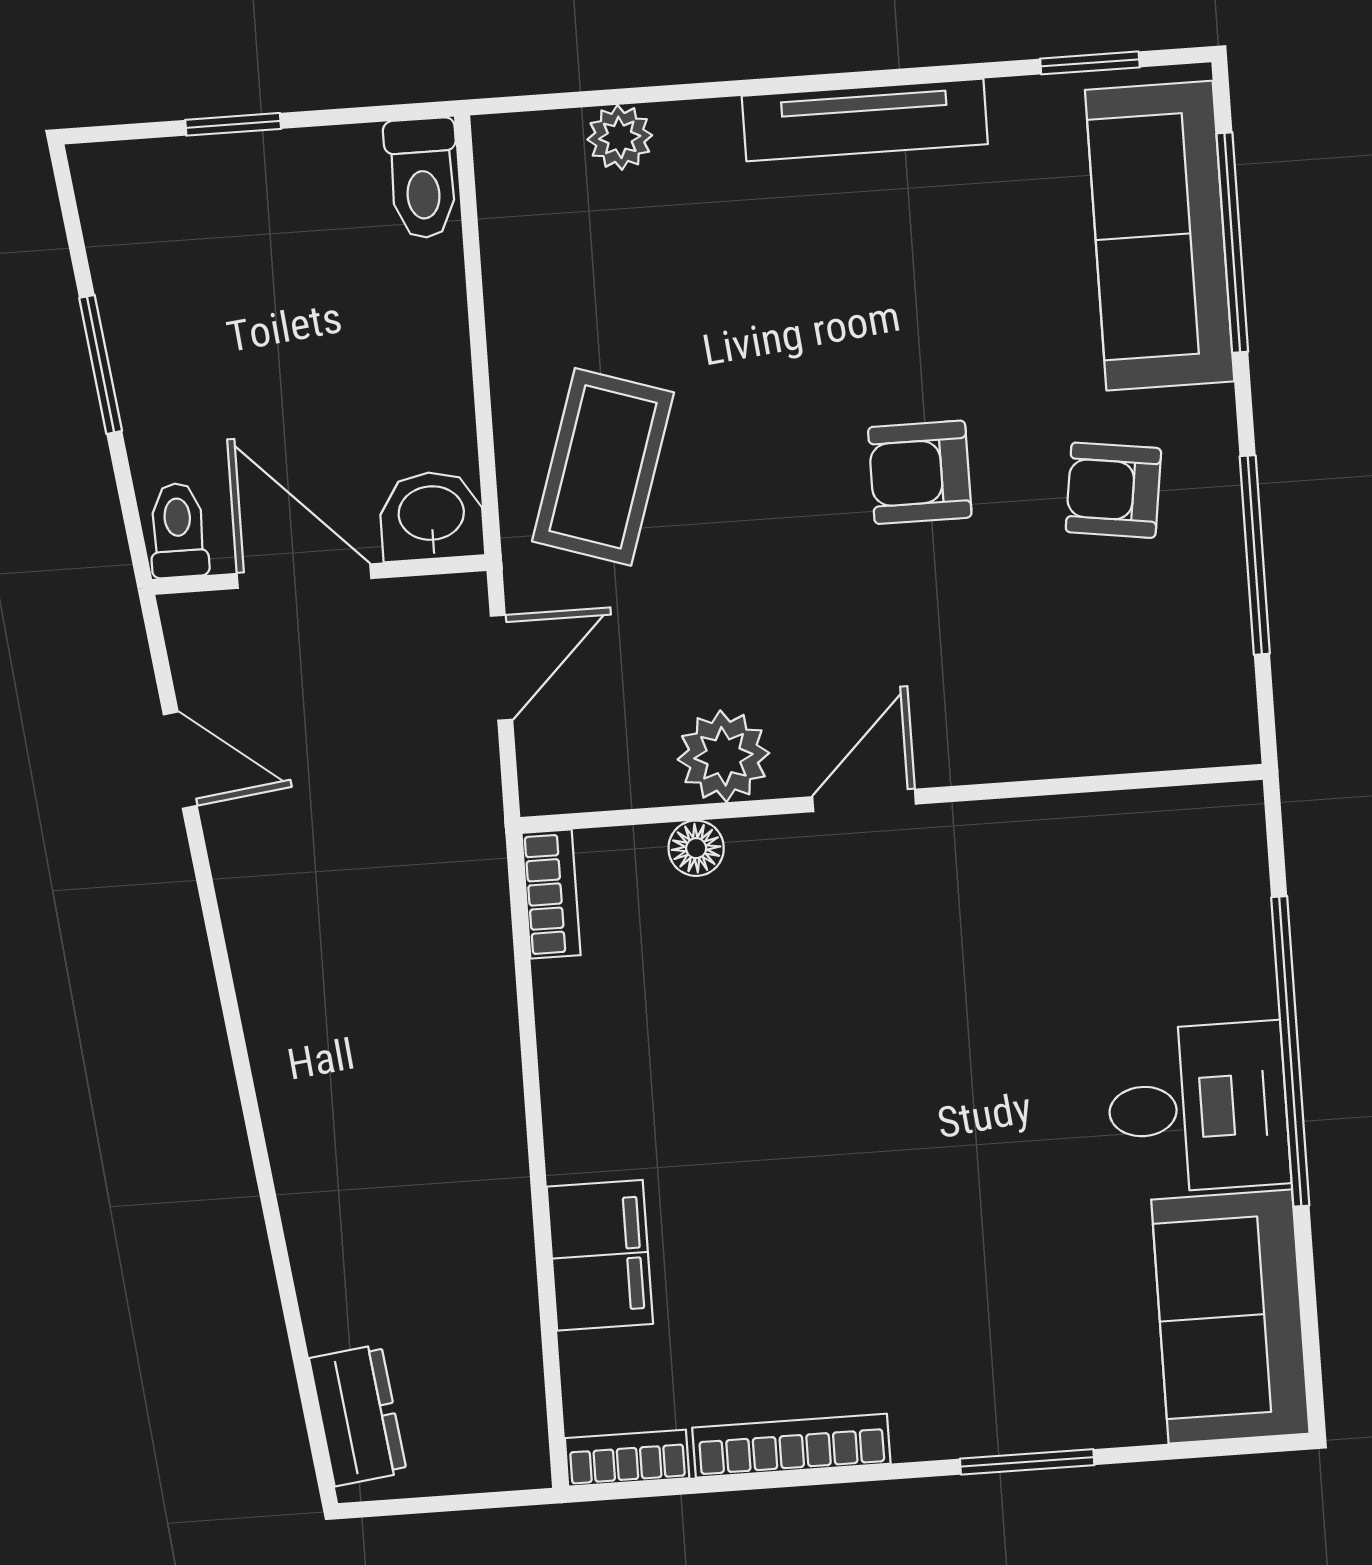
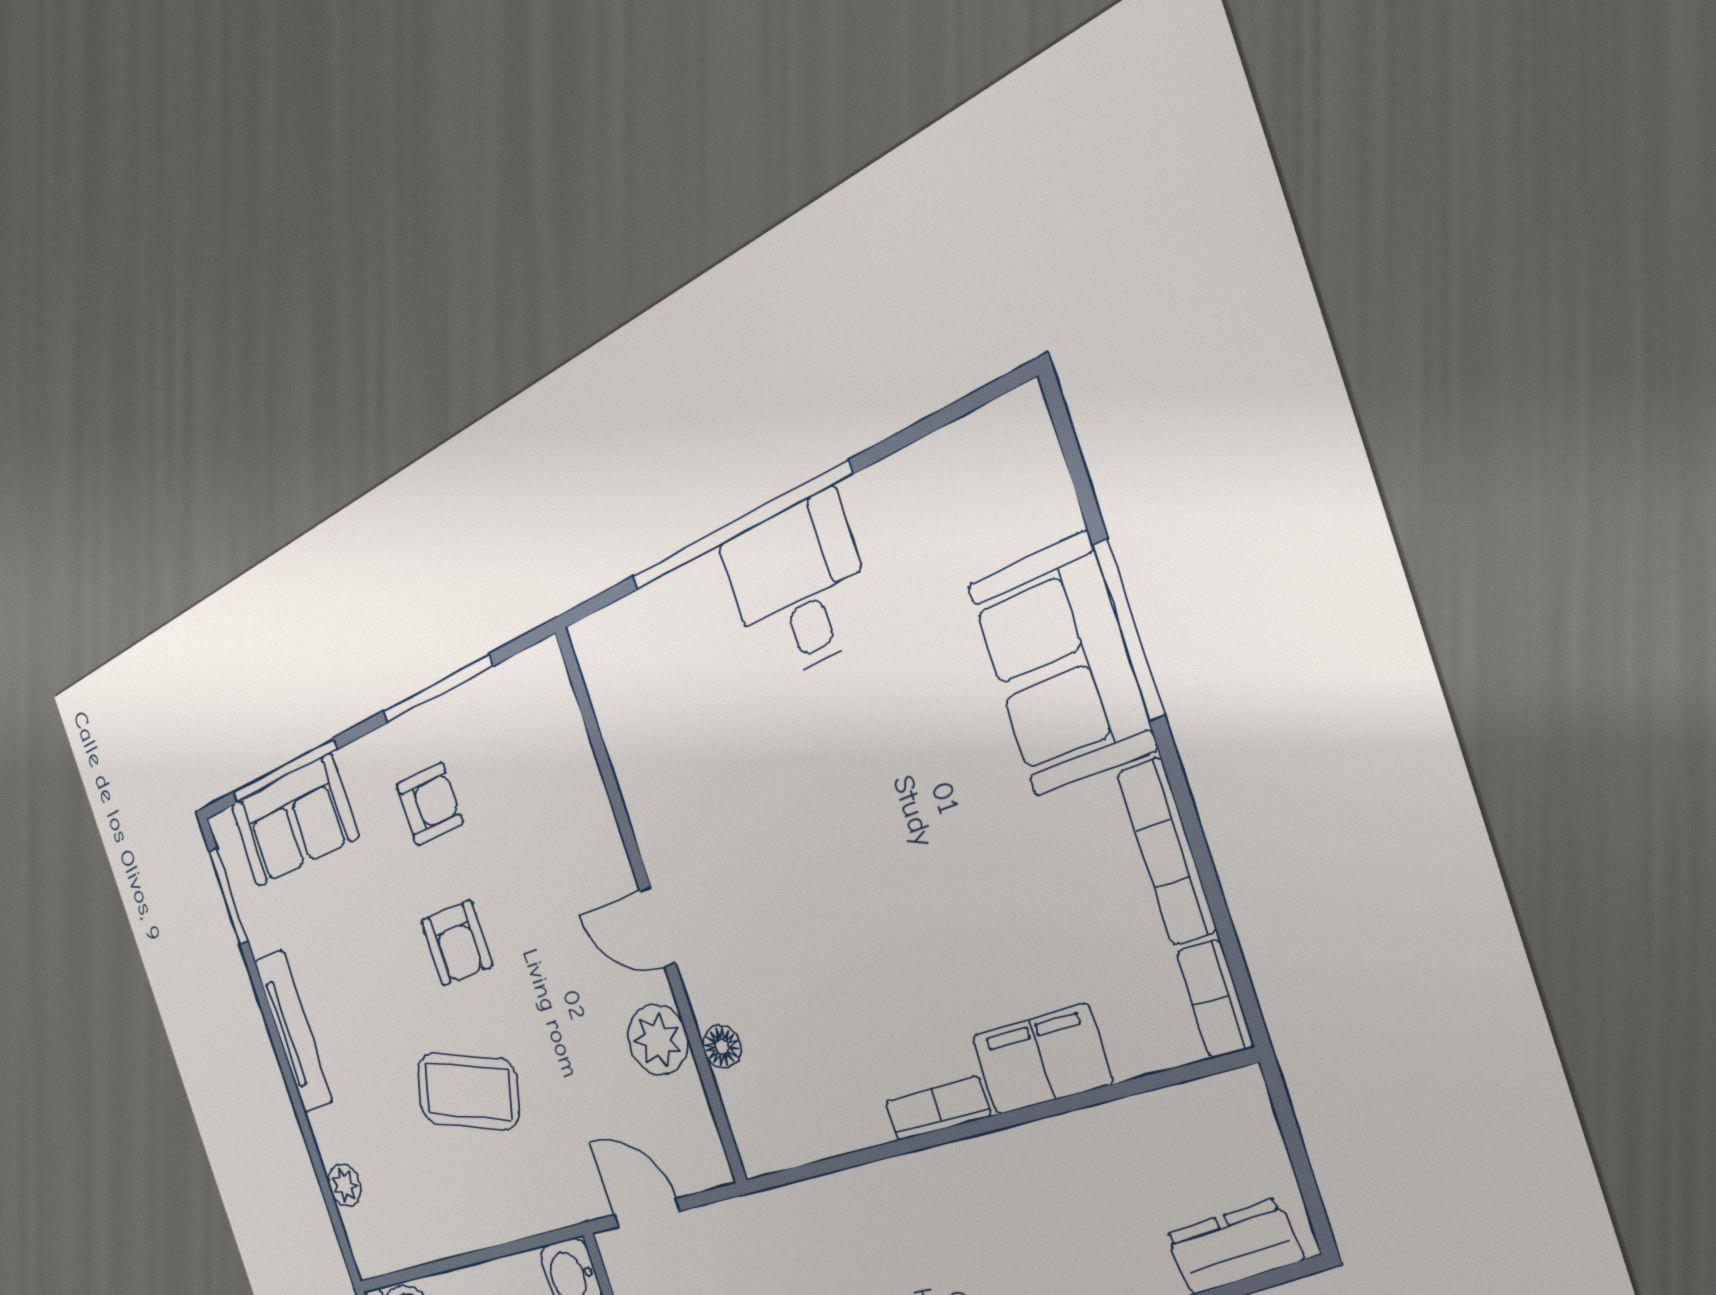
window: (1090, 63) -> (228, 896), width x1.50
sofa: (1160, 236) -> (294, 821), width x0.73
coffee table: (603, 467) -> (468, 1092), moved
armchair: (1113, 490) -> (429, 804), turned -98
bookcase: (551, 894) -> (937, 1109), moved
sofa: (1230, 1317) -> (1061, 666), moved, turned 90
window: (1027, 1462) -> (1129, 630), width x1.44

